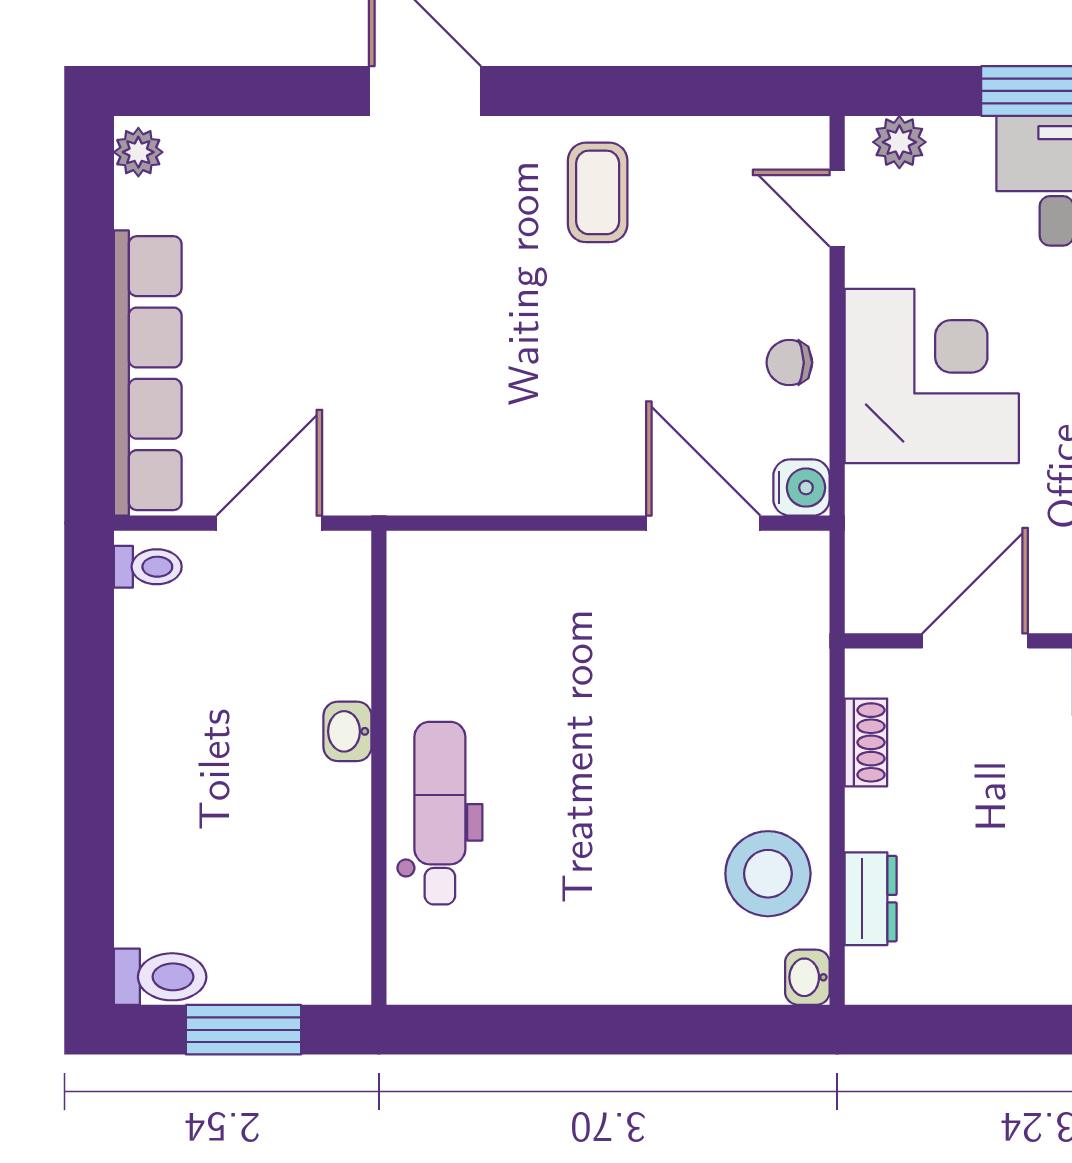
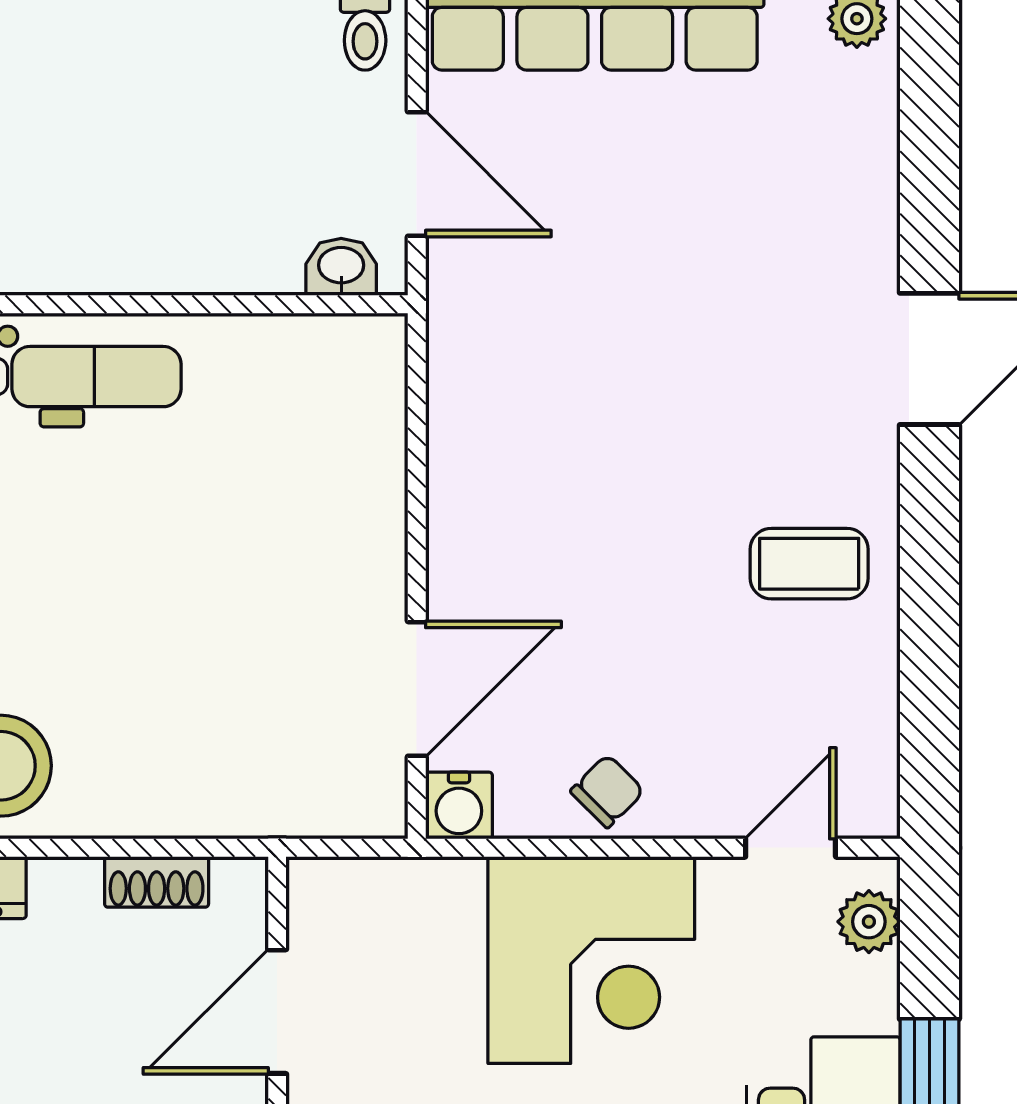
chair: (789, 363) -> (607, 791), turned 45
door: (975, 641) -> (277, 1012), swing flipped
washbasin: (347, 731) -> (341, 267), moved

